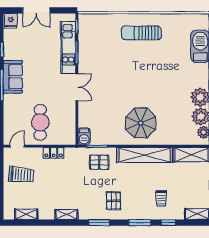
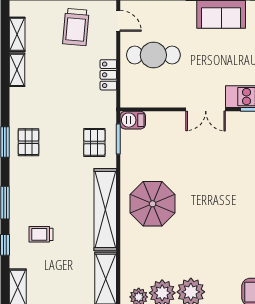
pallet: (113, 201) -> (28, 142), moved, turned 90
shelving: (66, 215) -> (17, 70), moved

